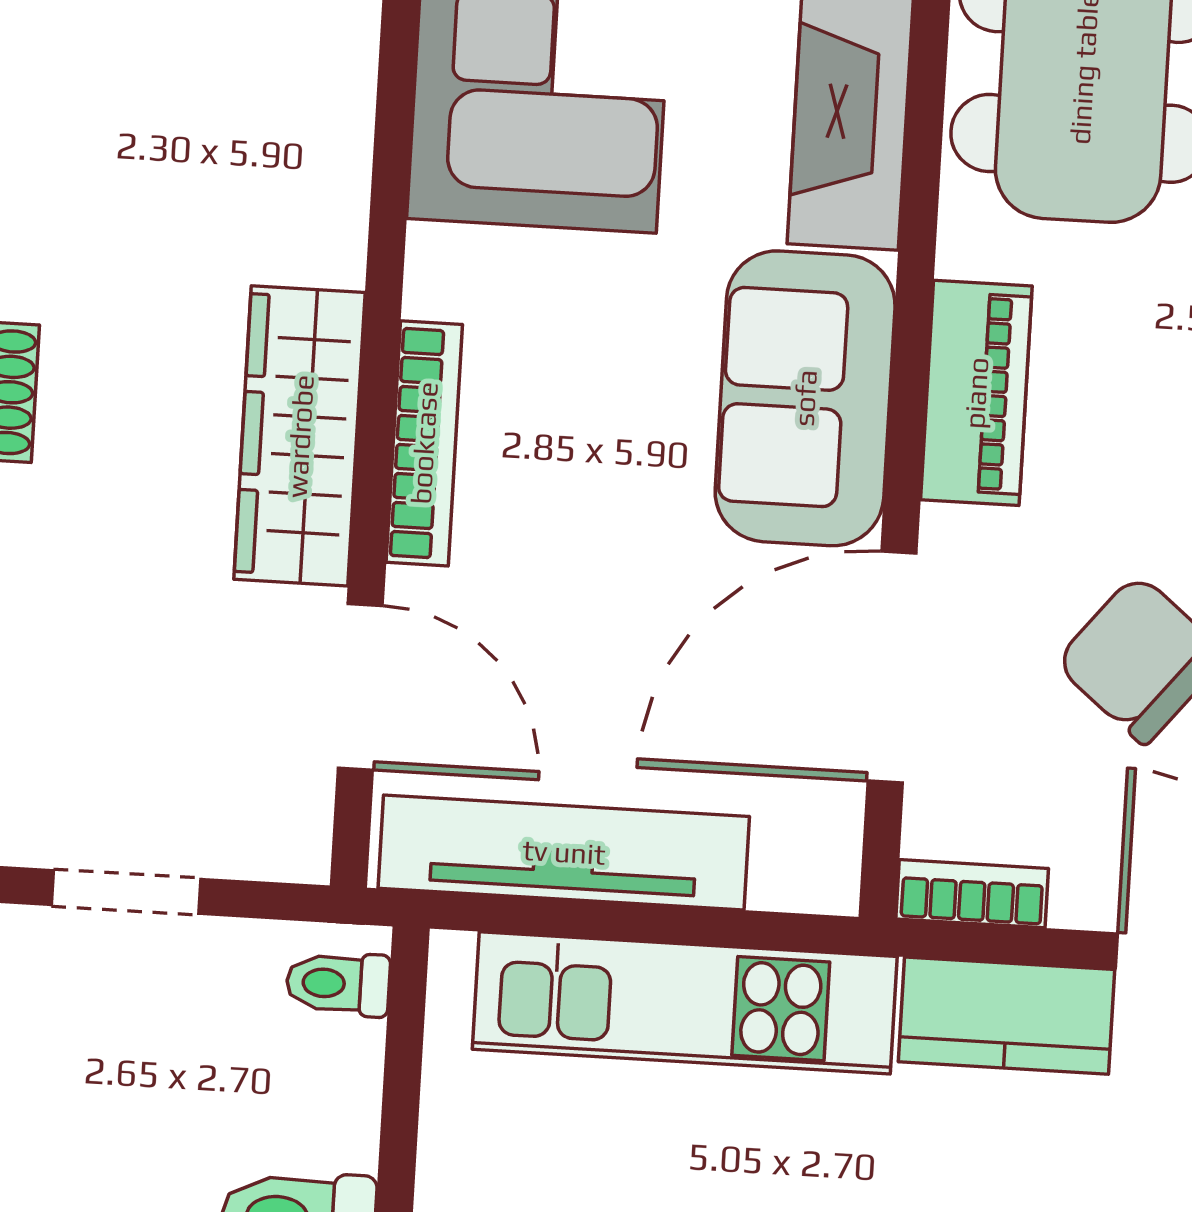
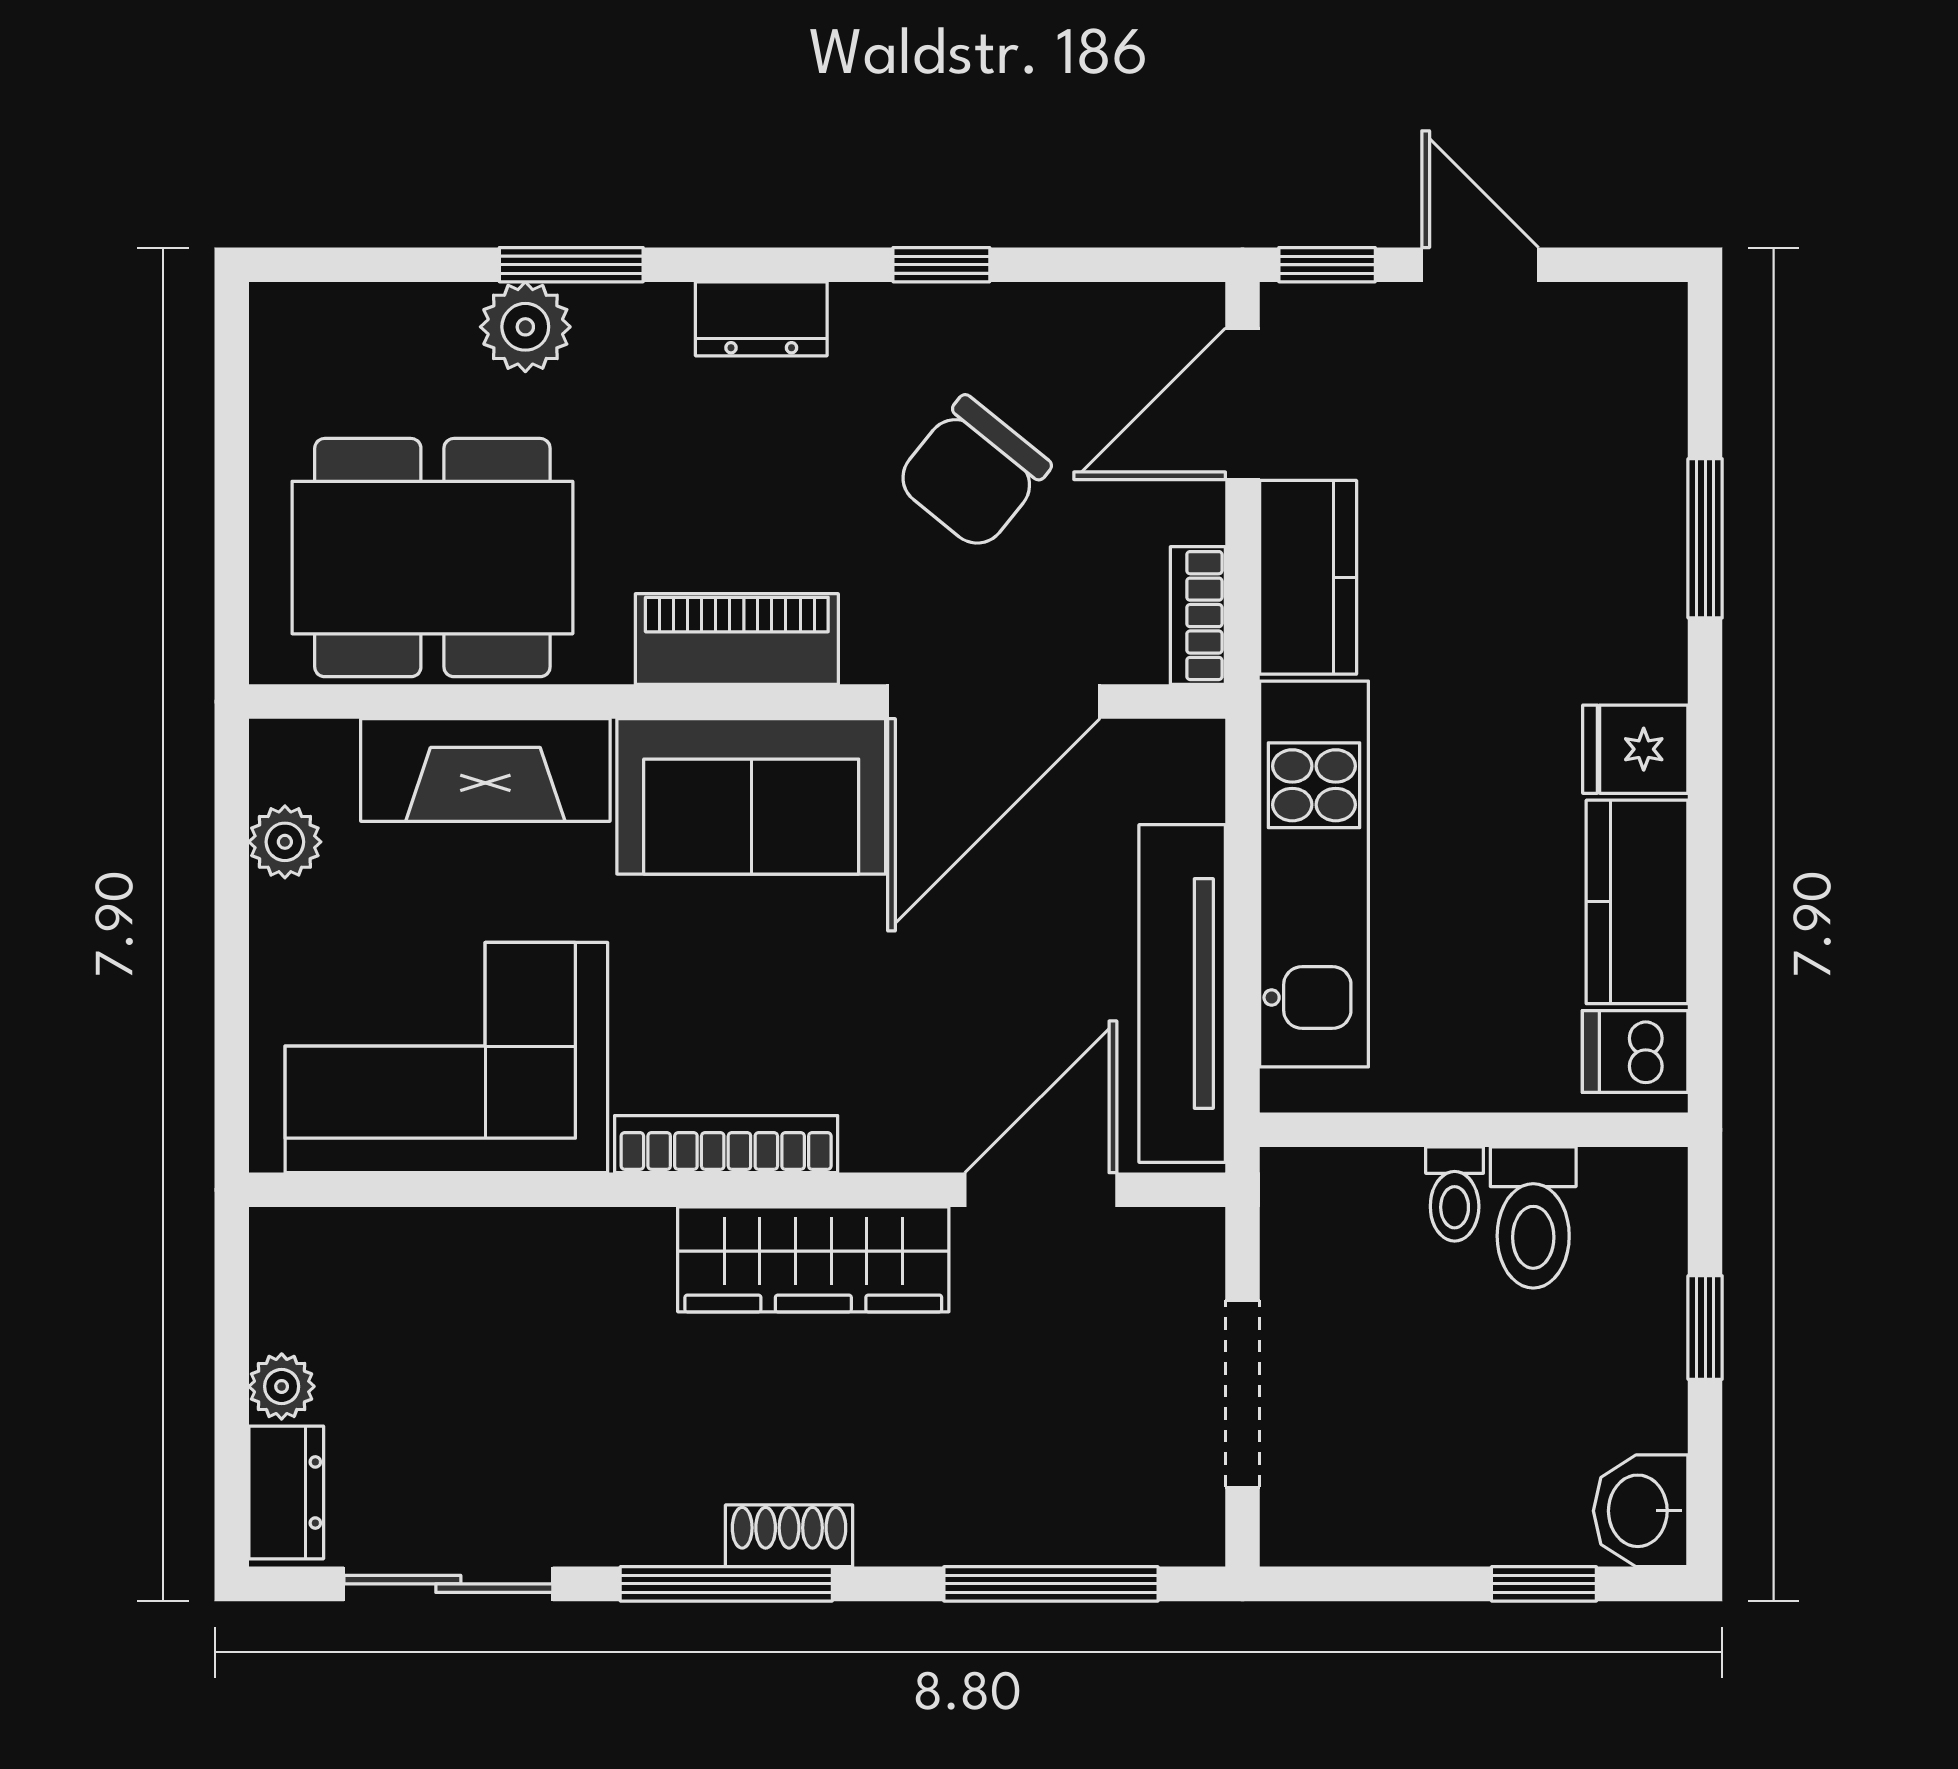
bookcase: (424, 443) -> (726, 1144), moved
door: (892, 667) -> (994, 702), hinge flipped
doorway: (126, 892) -> (1243, 1394), width x1.38
toilet: (338, 984) -> (1455, 1194), moved

